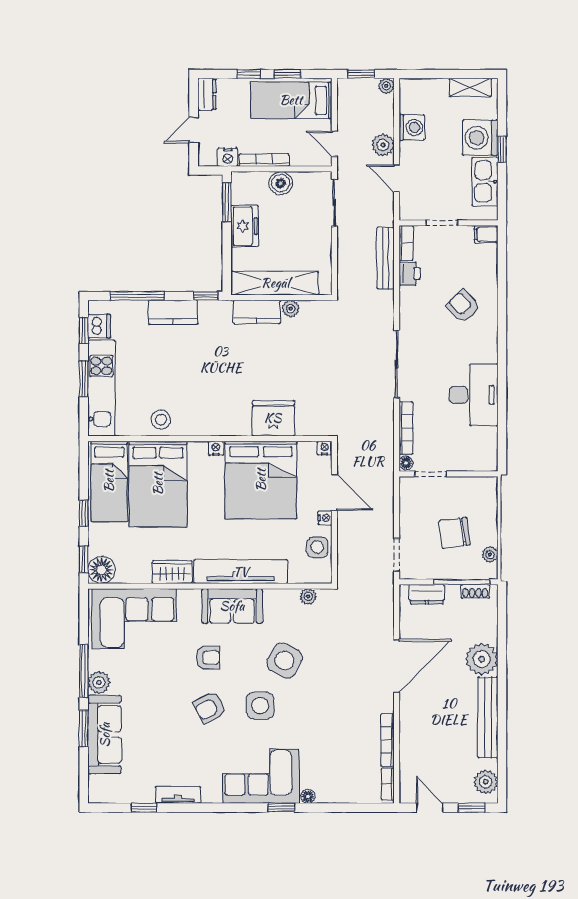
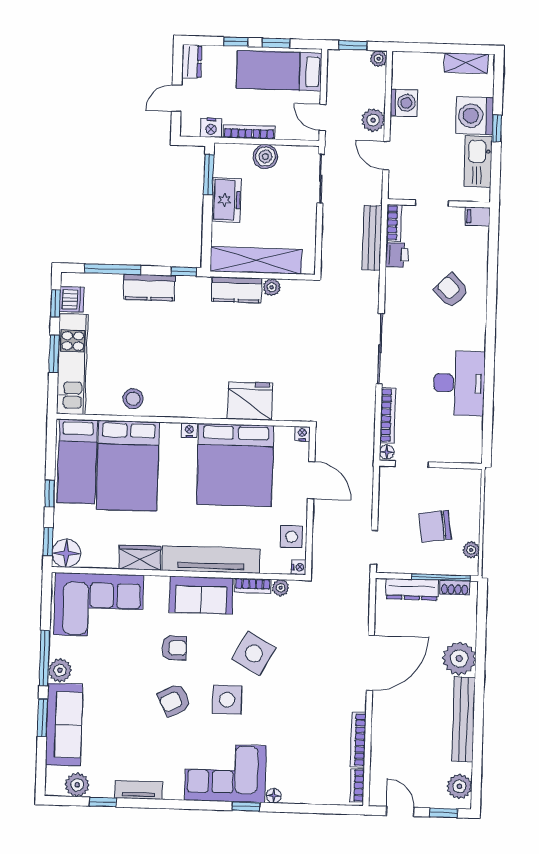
nightstand: (325, 518) -> (299, 567), moved
dresser: (427, 594) -> (412, 589), width x1.44
bookcase: (281, 595) -> (253, 586), added
plant: (119, 792) -> (77, 785), added

